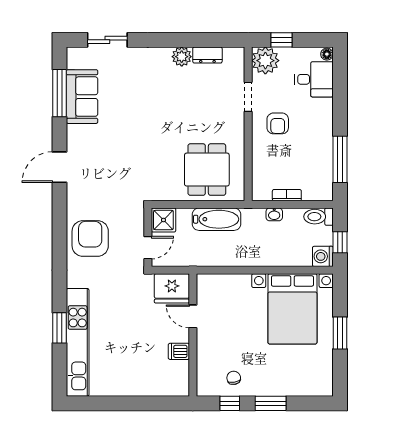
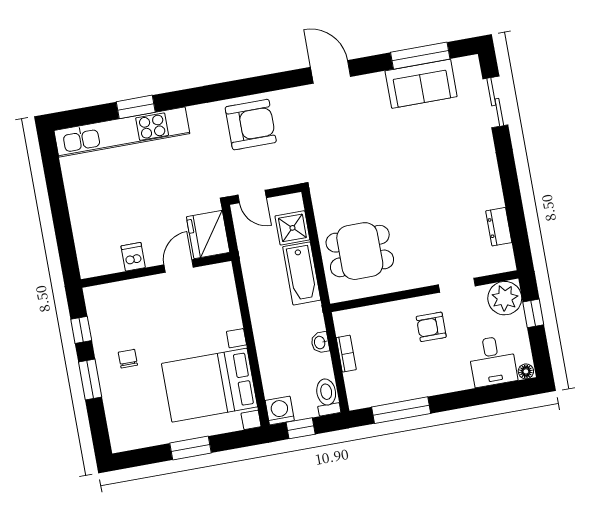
plant: (182, 57) -> (491, 196), removed
shower: (163, 220) -> (292, 228), moved
chair: (234, 378) -> (128, 359), moved, turned -81

